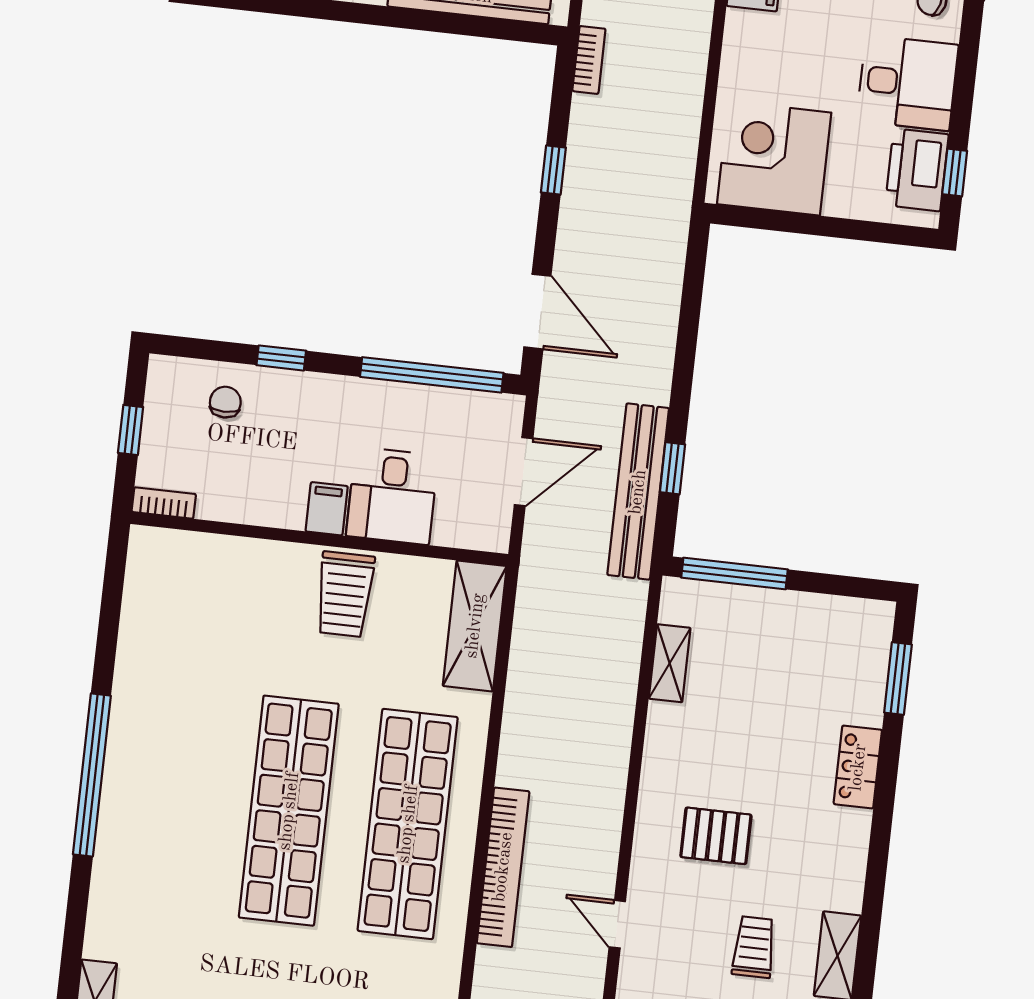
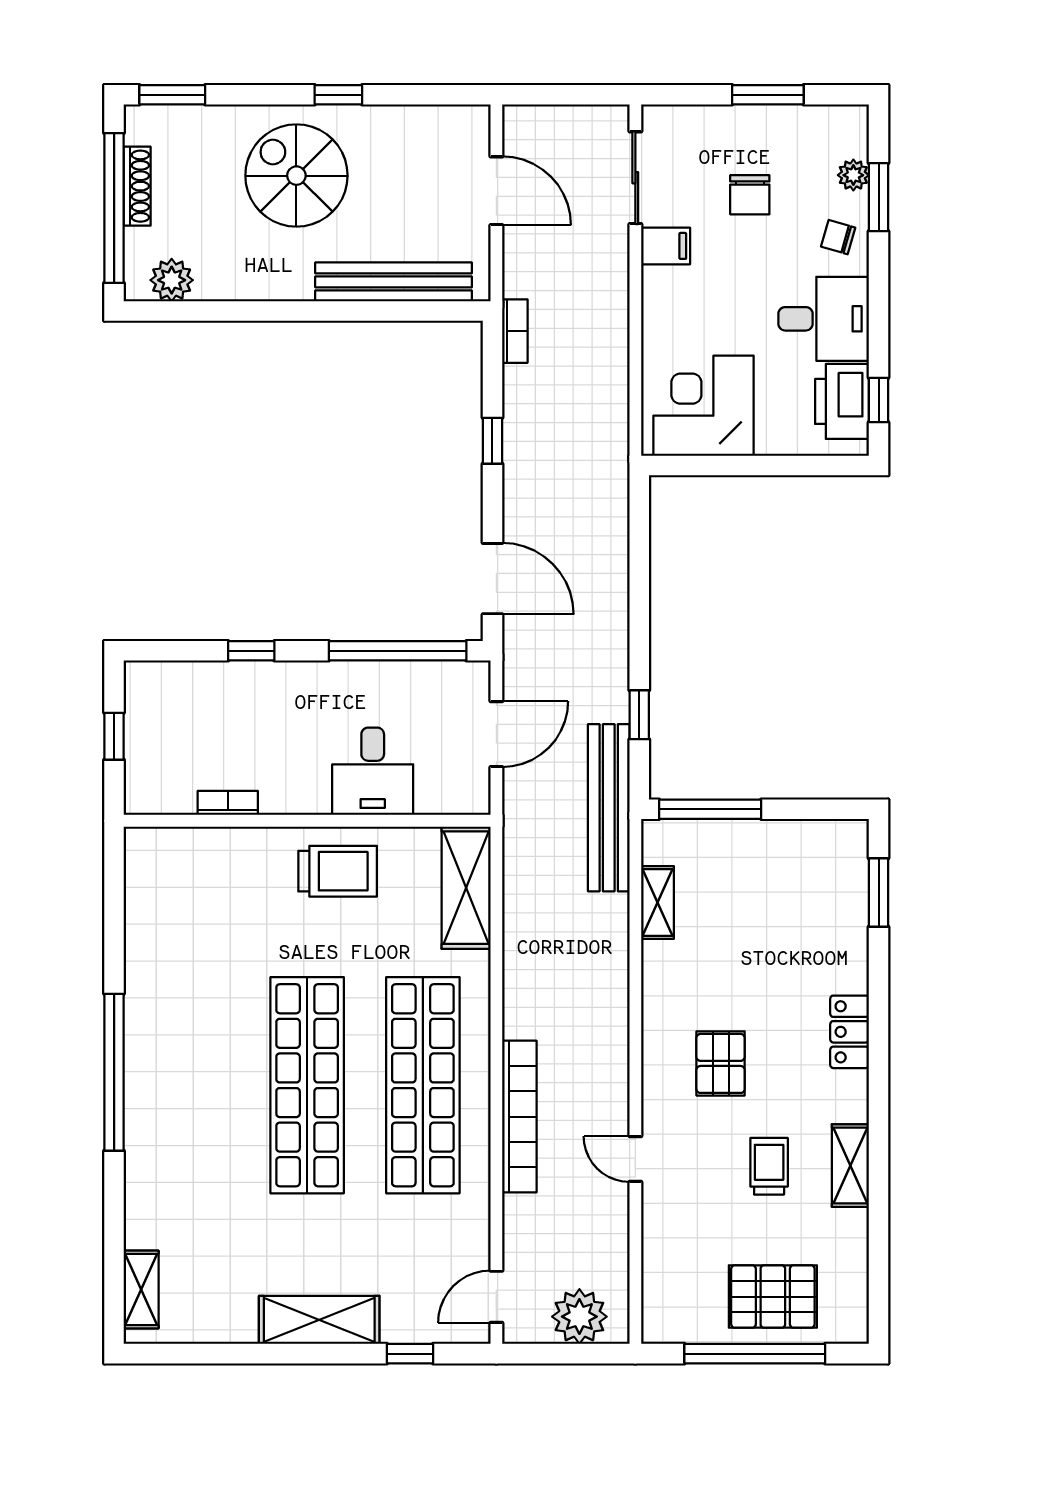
chair: (225, 402) -> (202, 699), removed
bench: (638, 492) -> (609, 808), moved
bookcase: (164, 503) -> (228, 803), moved
filing cabinet: (327, 509) -> (311, 791), removed
trolley: (345, 594) -> (338, 871), turned -90
locker: (858, 767) -> (850, 1032), moved
pallet: (716, 836) -> (721, 1063), turned 90

